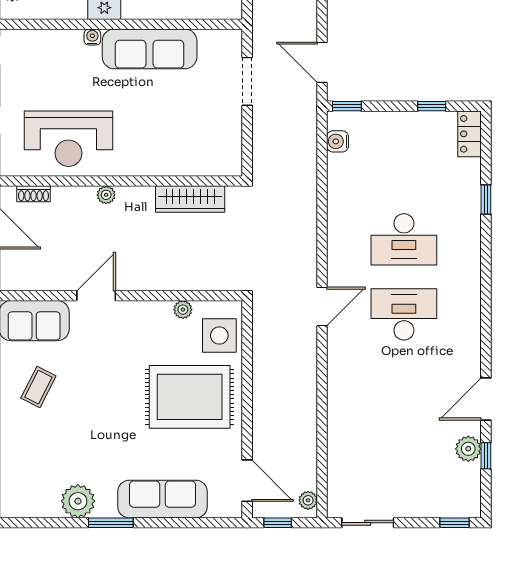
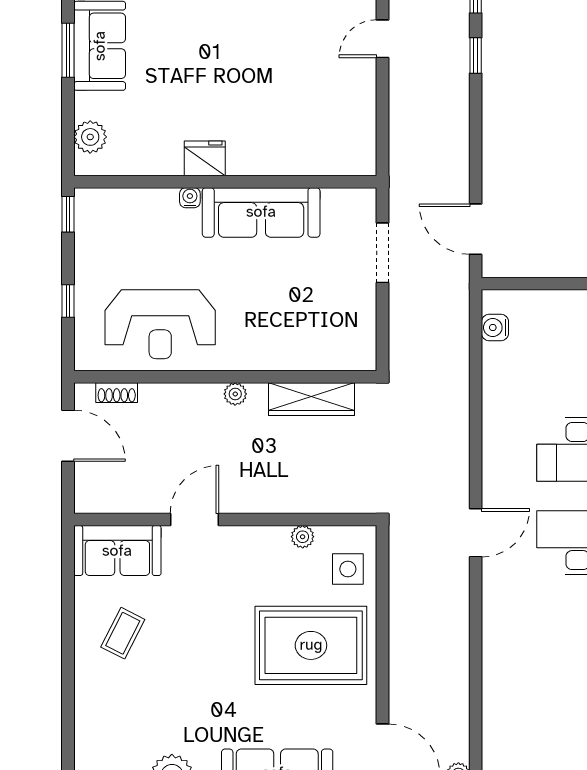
window: (347, 106) -> (507, 284), removed
plant: (106, 195) -> (235, 394), moved
side table: (219, 336) -> (348, 569), width x0.73, depth x0.73

